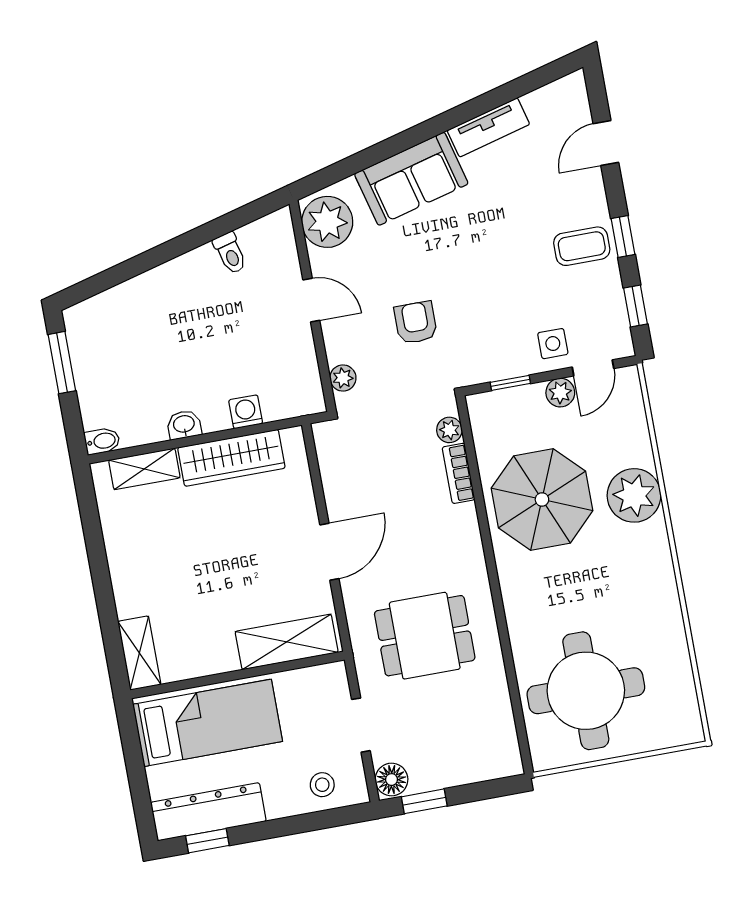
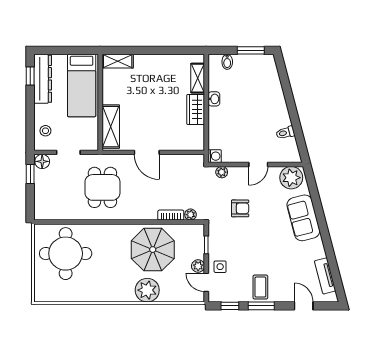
tv unit: (488, 127) -> (325, 276), moved
window: (623, 237) -> (261, 306), width x1.50
washing machine: (246, 412) -> (215, 156), moved
bidet: (102, 441) -> (227, 62), moved
wardrobe: (231, 458) -> (196, 109), width x0.67

